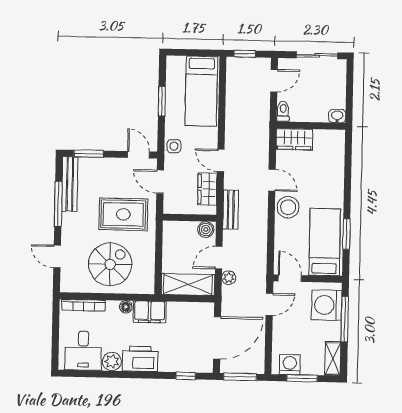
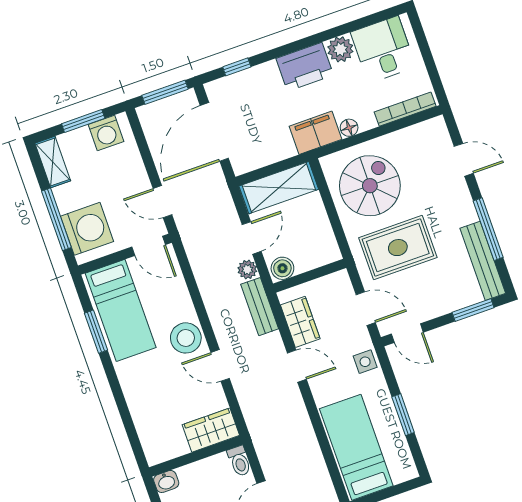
spiral stairs: (110, 264) -> (370, 186), moved, turned 180
plant: (229, 278) -> (247, 270), moved
door: (269, 304) -> (162, 202), hinge flipped

